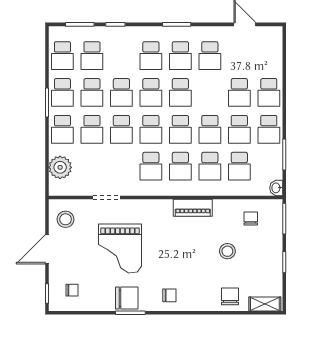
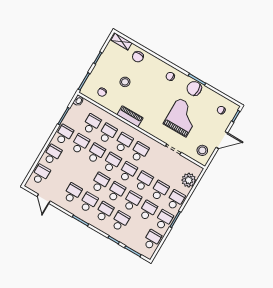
school desk: (92, 56) -> (120, 221), moved
school desk: (239, 92) -> (41, 174), moved

